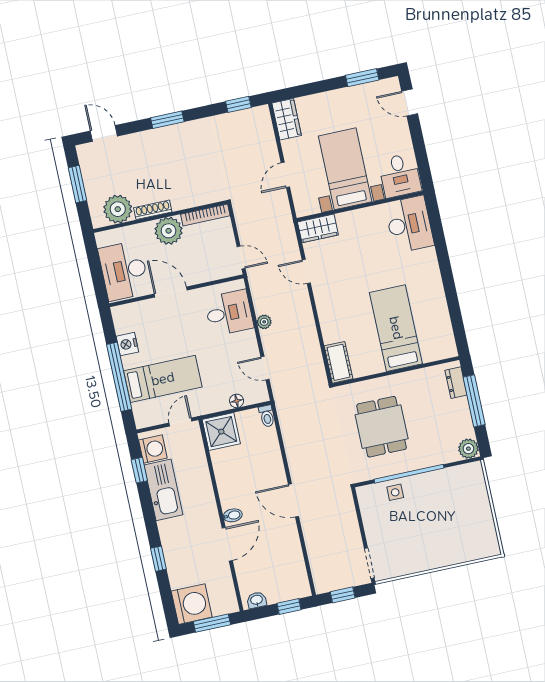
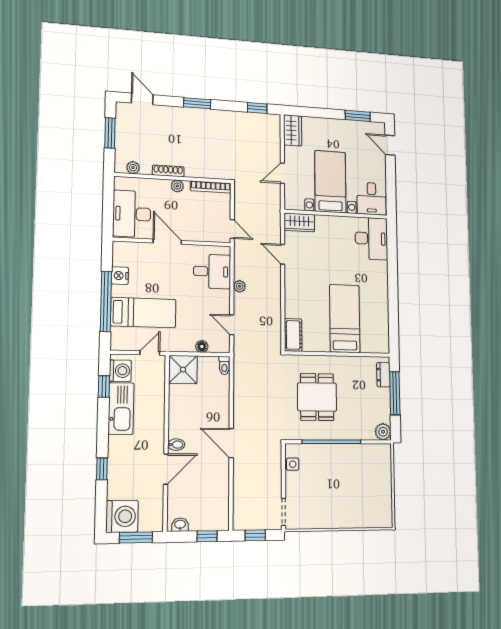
plant: (118, 209) -> (133, 168), width x0.53, depth x0.53
plant: (169, 231) -> (177, 186), width x0.53, depth x0.53
side table: (395, 492) -> (293, 464), moved

